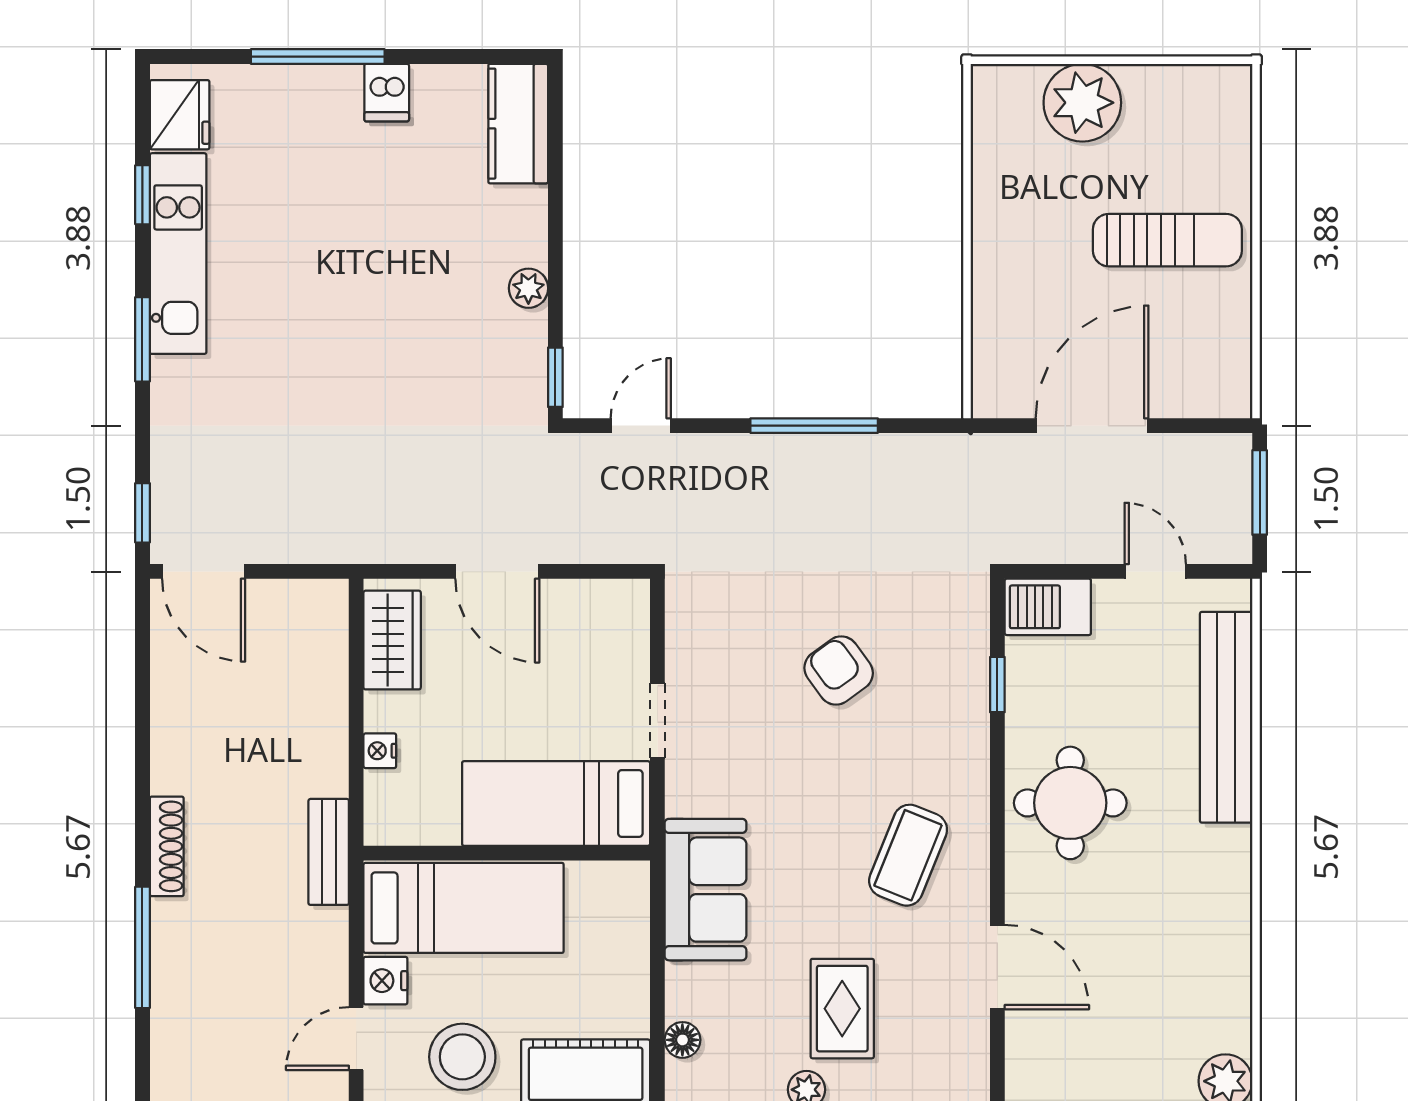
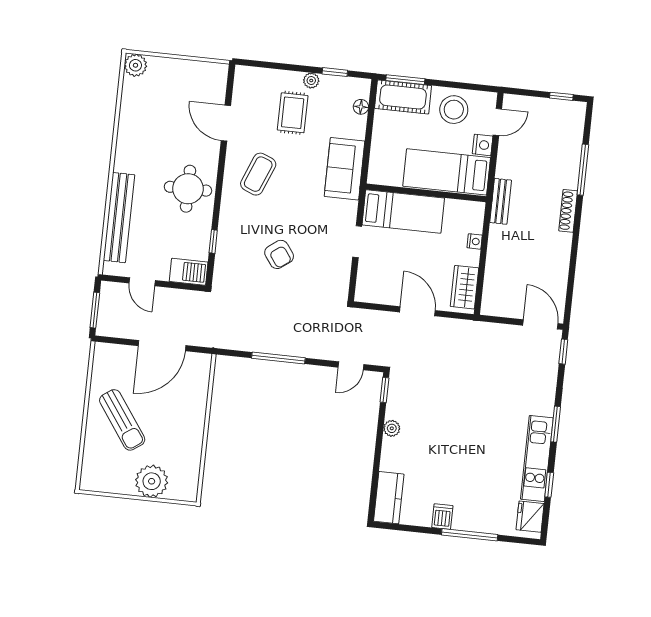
sun lounger: (1167, 240) -> (122, 420), turned -125

